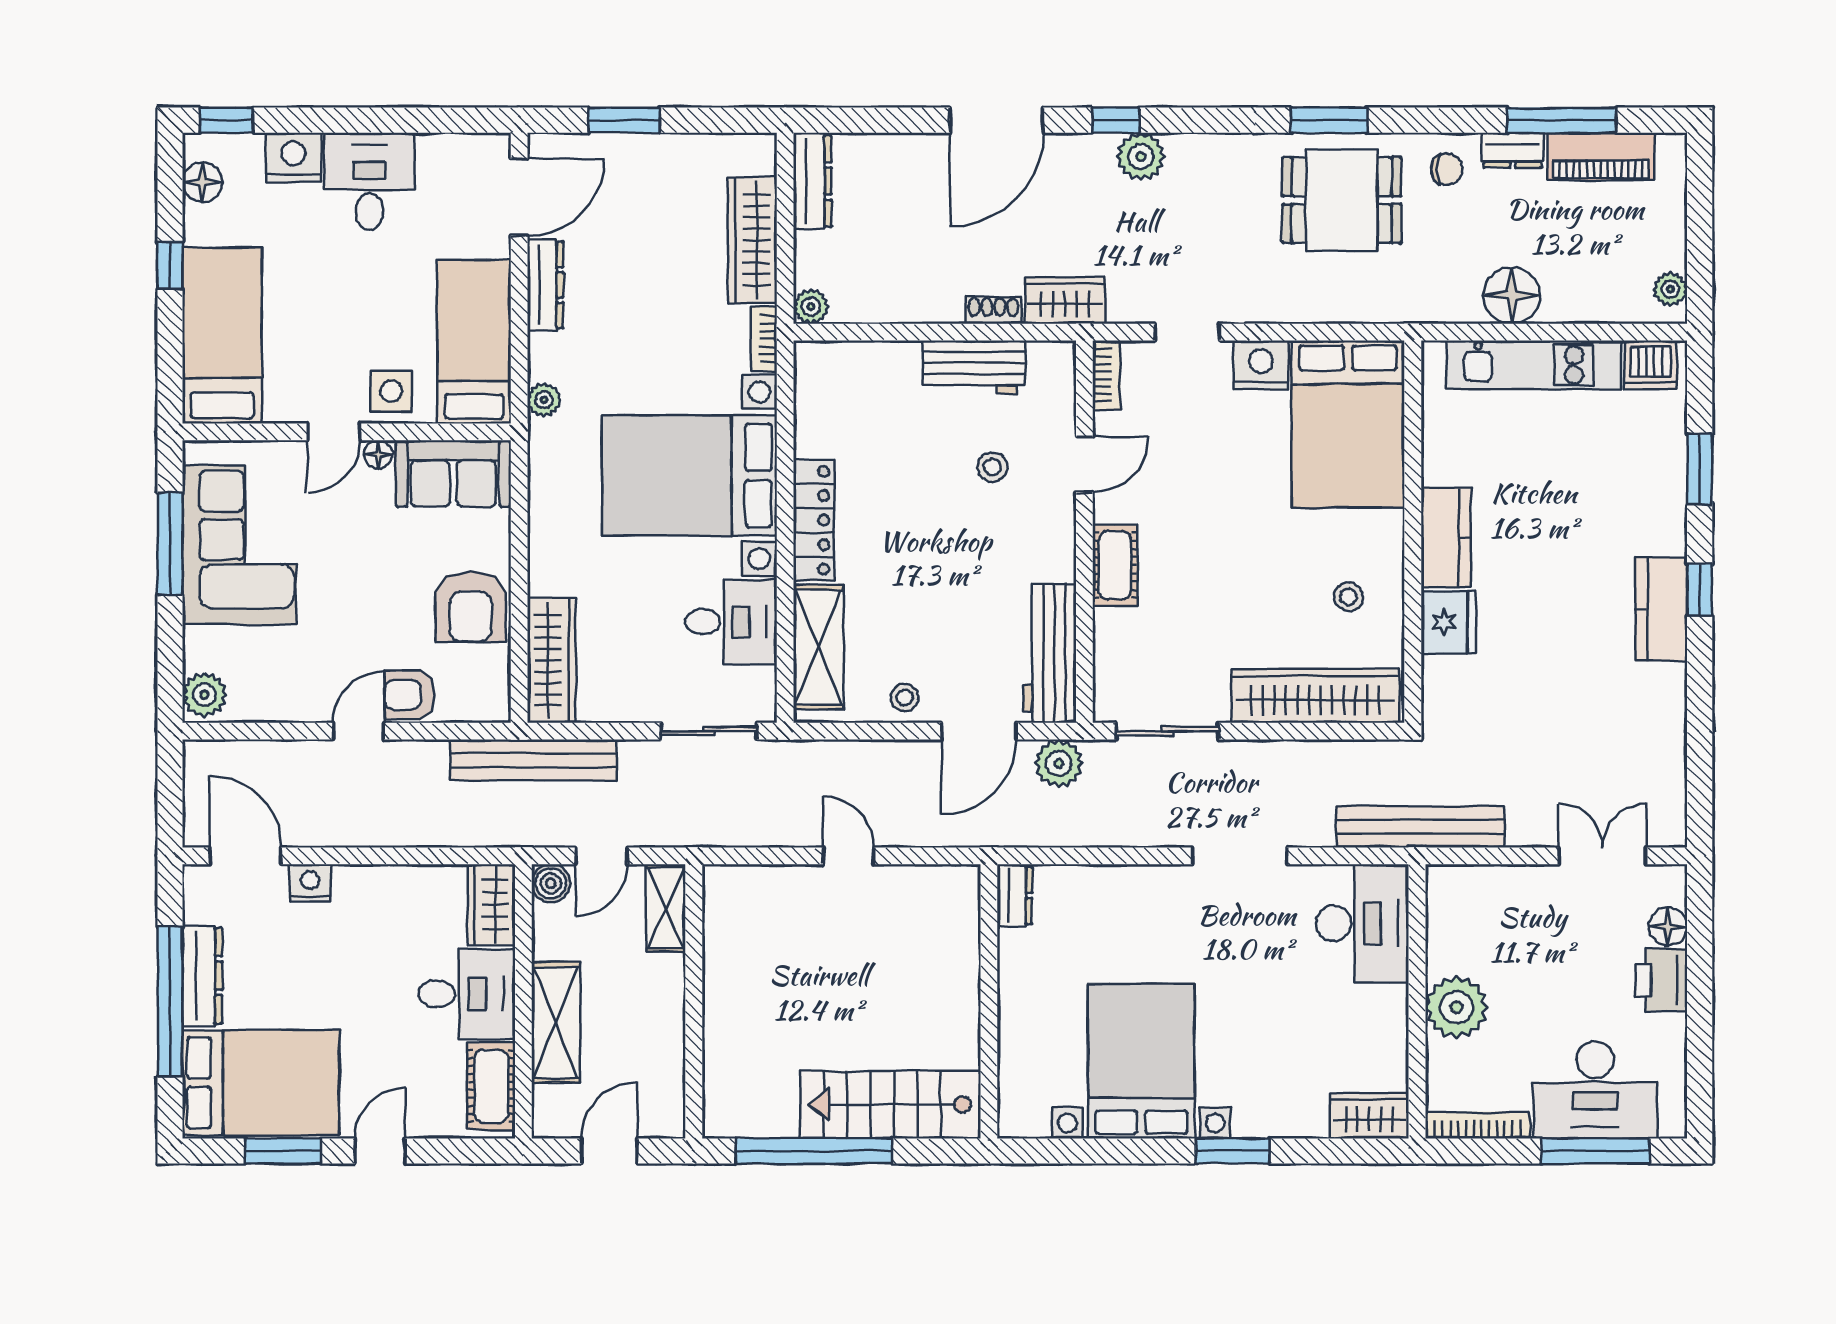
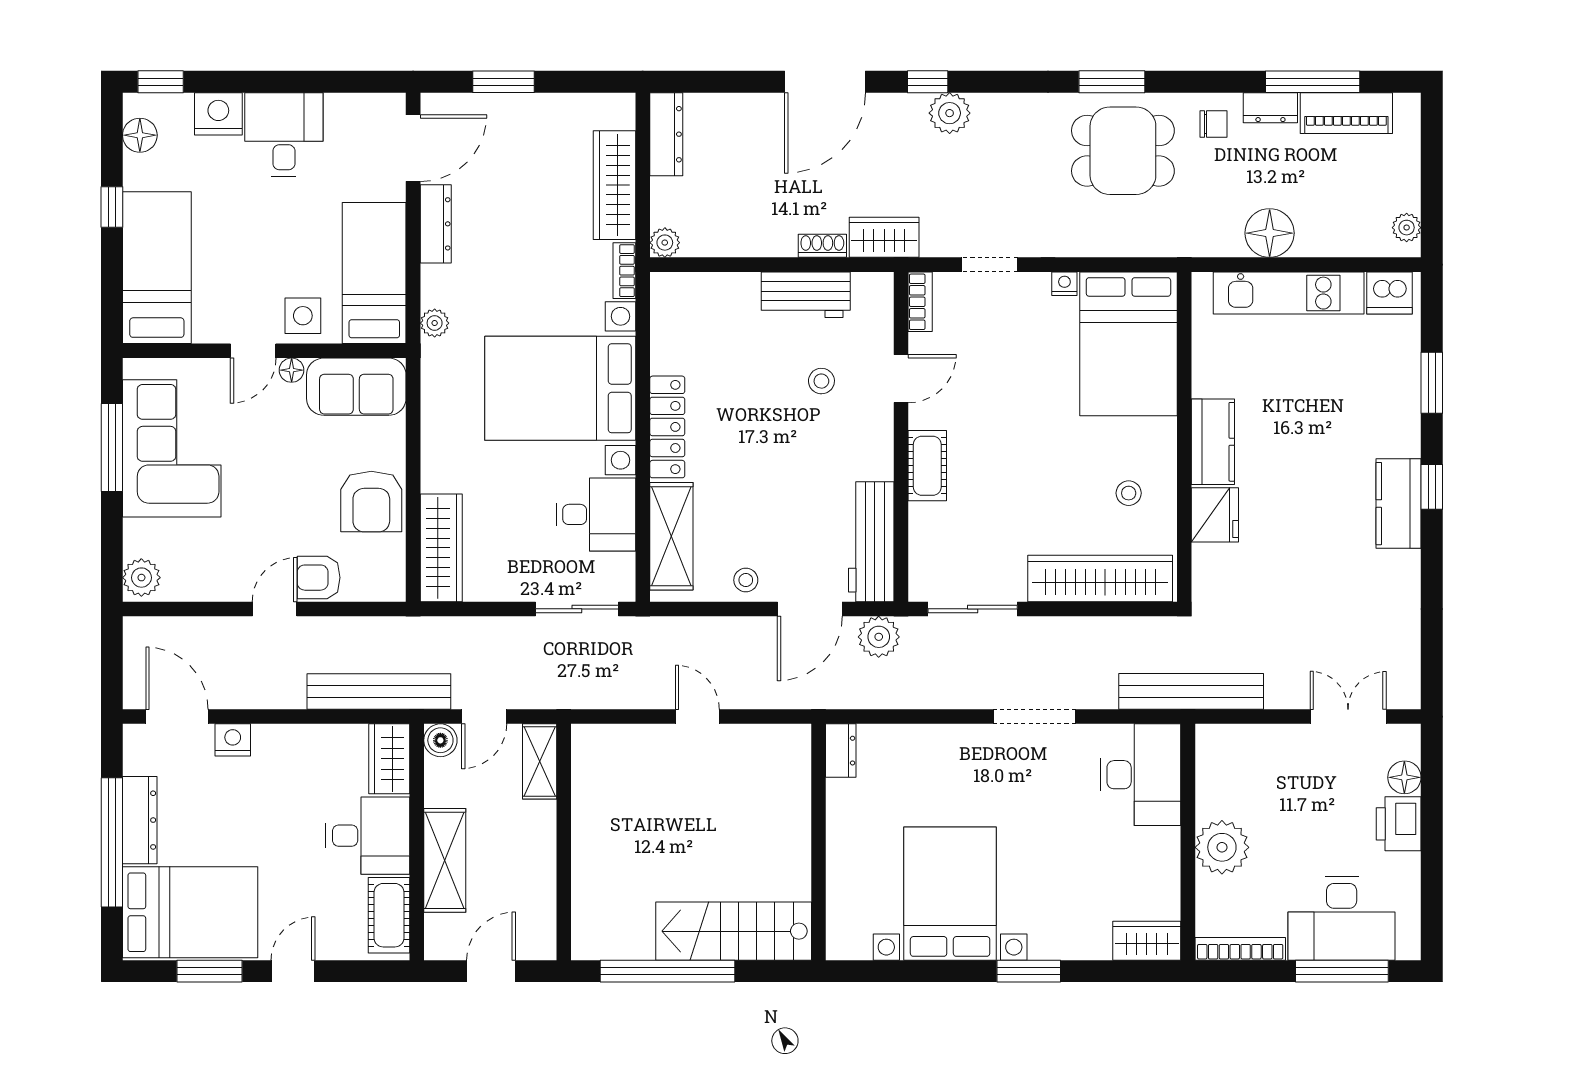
nightstand: (1261, 365) -> (1064, 284), width x0.53, depth x0.56
bench: (533, 760) -> (379, 692), moved

